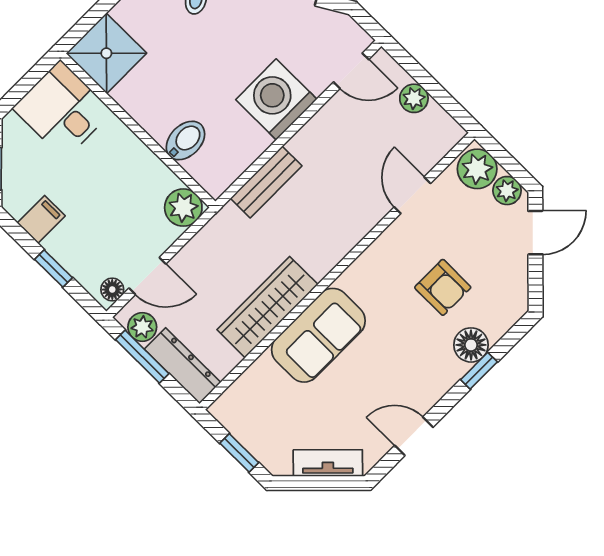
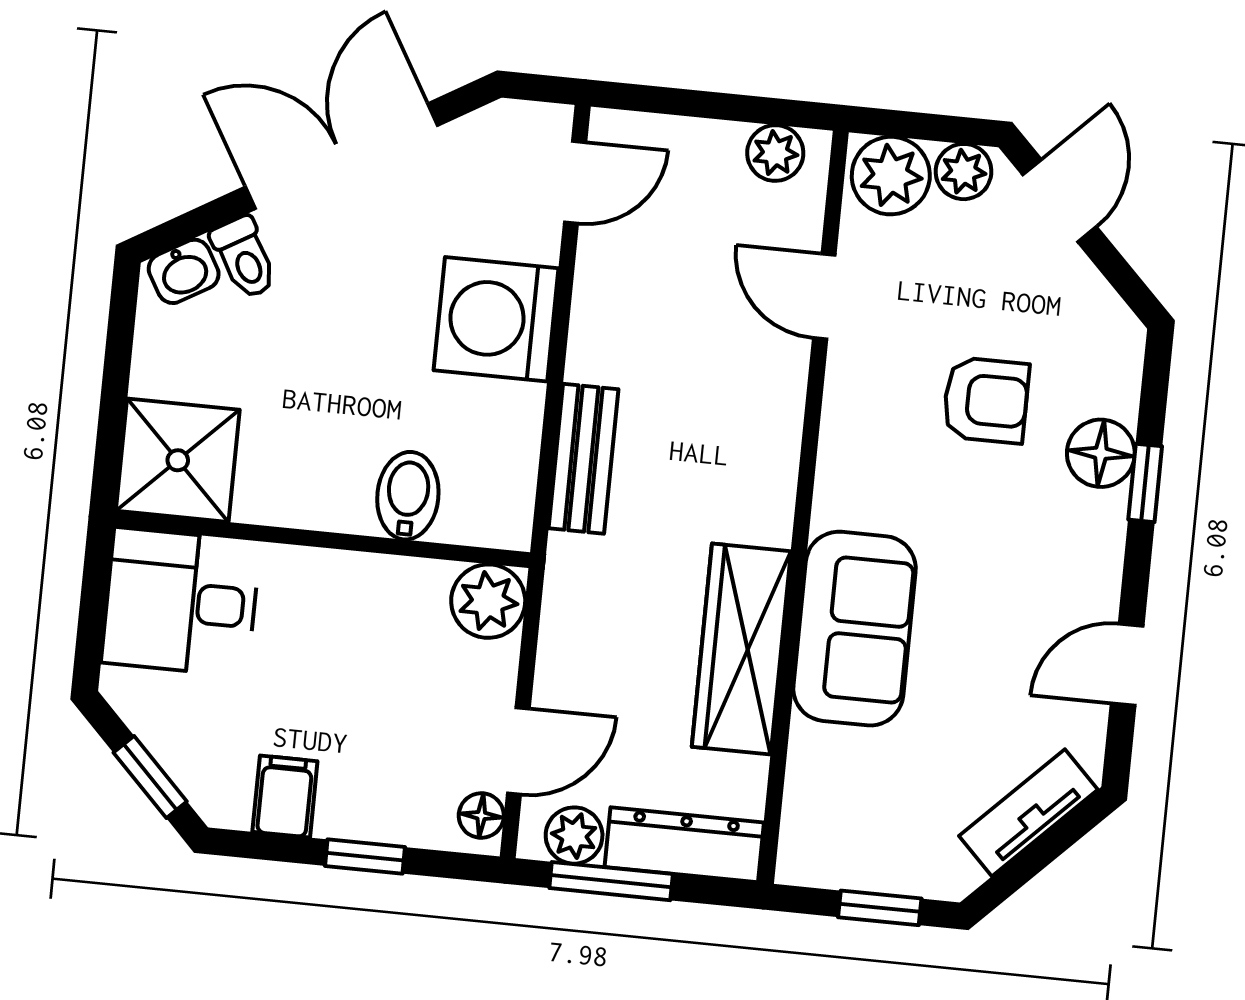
plant: (414, 98) -> (775, 153), moved

